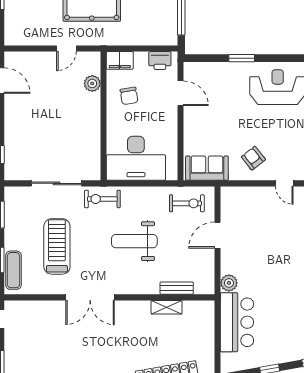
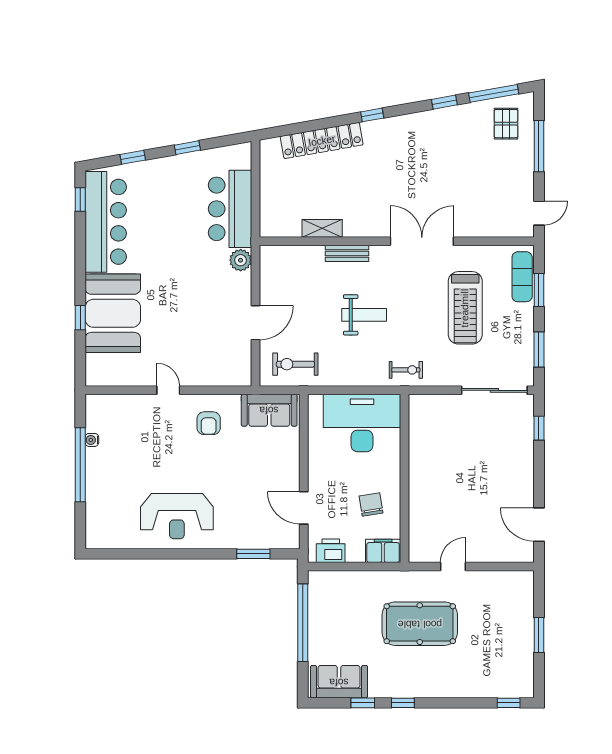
window: (242, 58) -> (253, 554), moved
plant: (92, 83) -> (419, 521), removed
armchair: (253, 158) -> (209, 423), turned 38
sliding door: (56, 183) -> (494, 390), moved
exercise bike: (102, 199) -> (406, 370), width x0.73, depth x0.72
weight bench: (134, 241) -> (364, 315), width x0.73, depth x0.75
bench: (177, 288) -> (347, 253), moved

